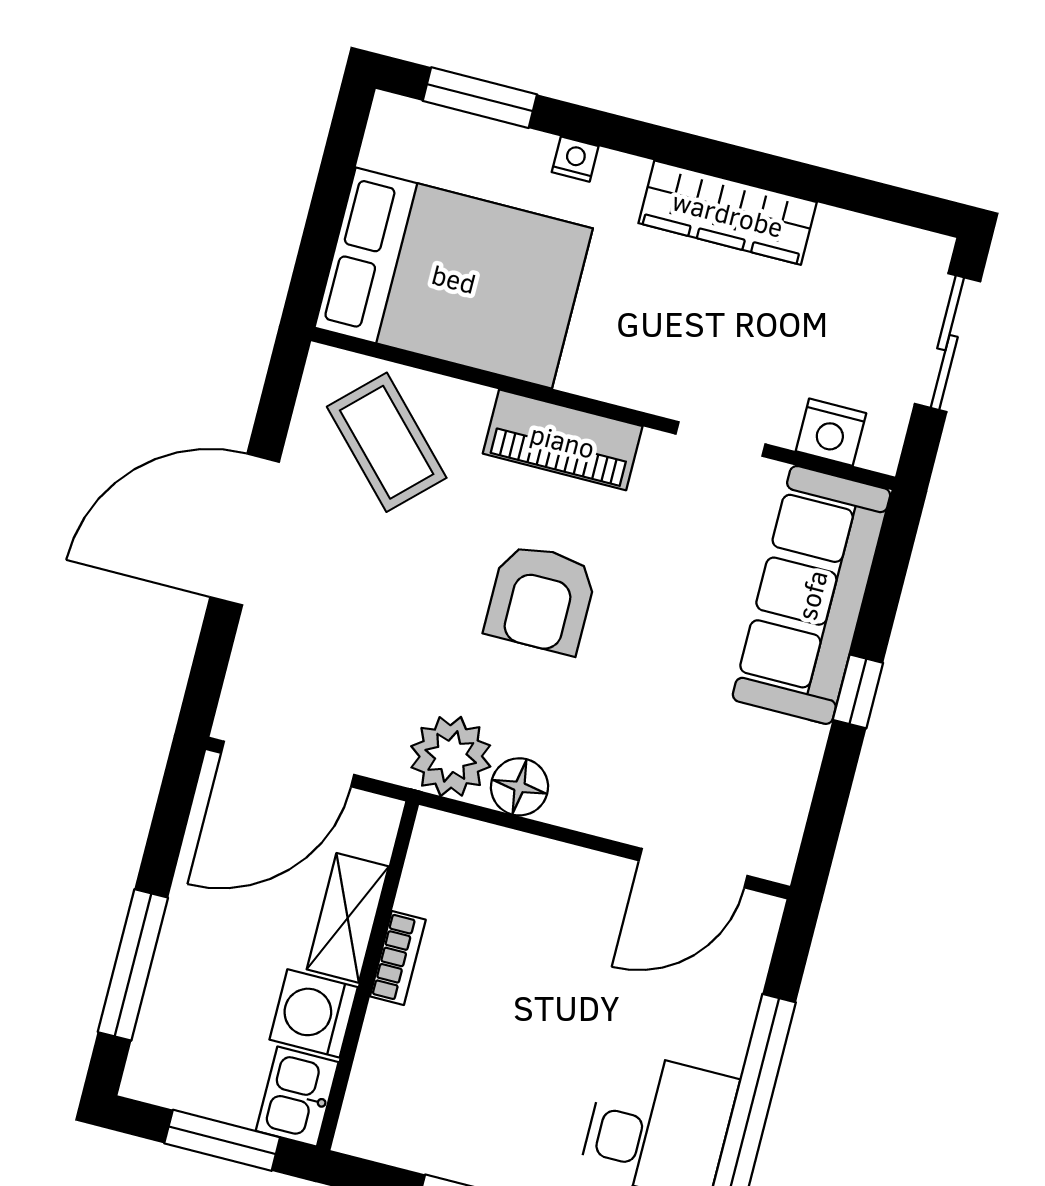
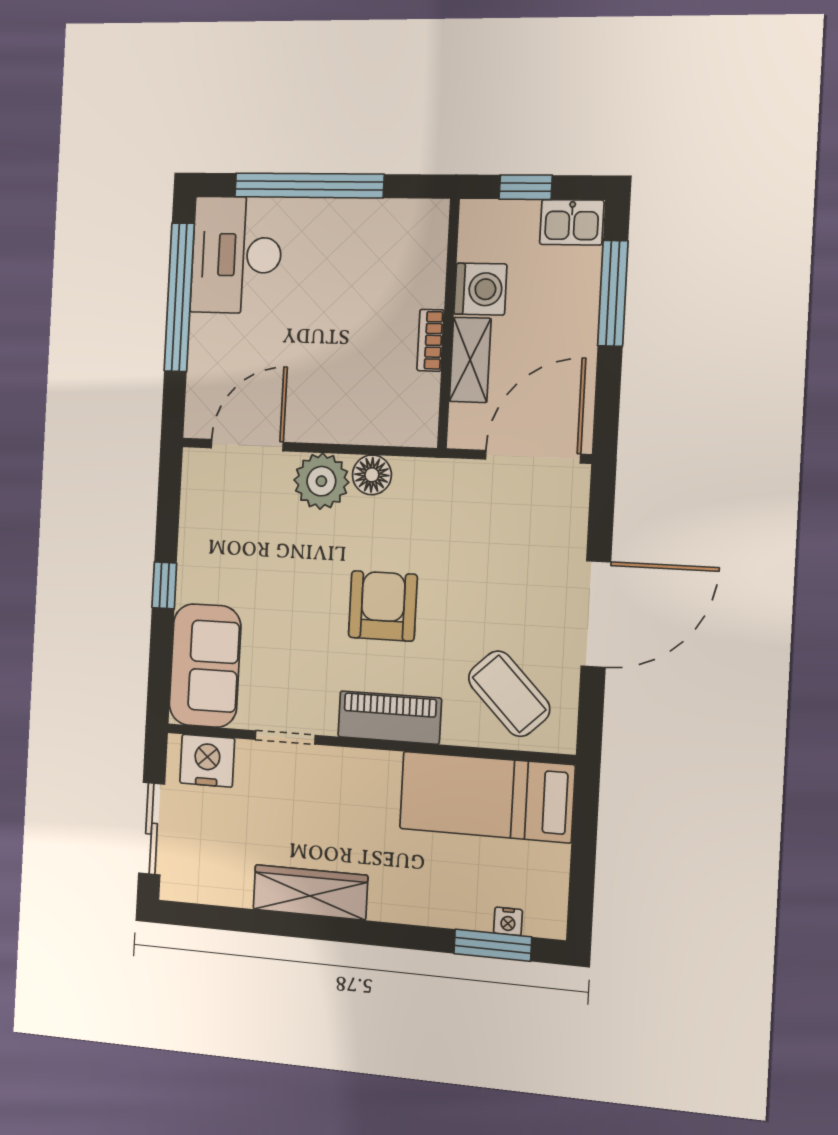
nightstand: (575, 159) -> (508, 921), moved
bed: (454, 278) -> (487, 797), width x0.67
nightstand: (831, 432) -> (207, 761), width x1.36, depth x1.33
sofa: (811, 595) -> (205, 666), width x0.73
plant: (451, 756) -> (321, 481), moved
kitchen sink: (297, 1097) -> (572, 222), moved, turned 90
window: (222, 1140) -> (526, 187), width x0.67

